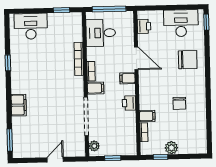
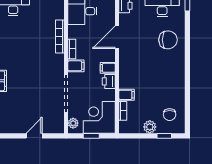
door: (136, 58) -> (117, 37), swing flipped
filing cabinet: (128, 78) -> (108, 68), moved
chair: (179, 103) -> (170, 115), moved
corner desk: (120, 139) -> (99, 117), added
window: (161, 157) -> (164, 136), moved

